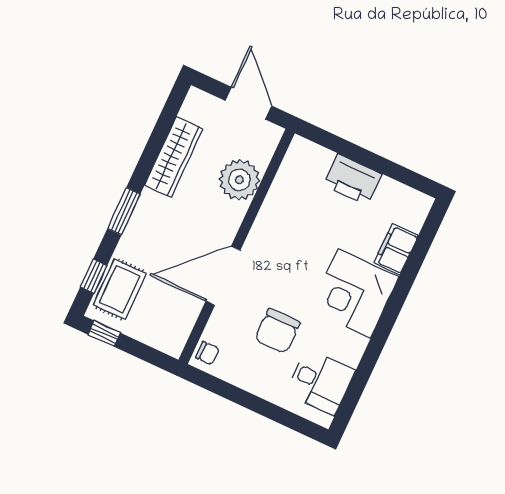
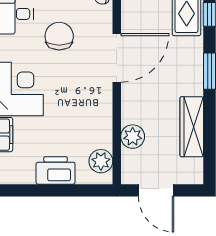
plant: (296, 166) -> (101, 161), added
plant: (239, 180) -> (133, 137), width x0.73, depth x0.73

